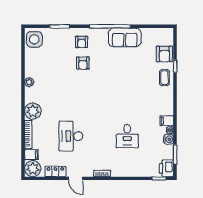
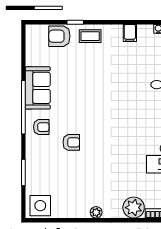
armchair: (82, 42) -> (41, 127), moved
armchair: (164, 54) -> (59, 36), turned 180
filing cabinet: (167, 121) -> (130, 33), moved

